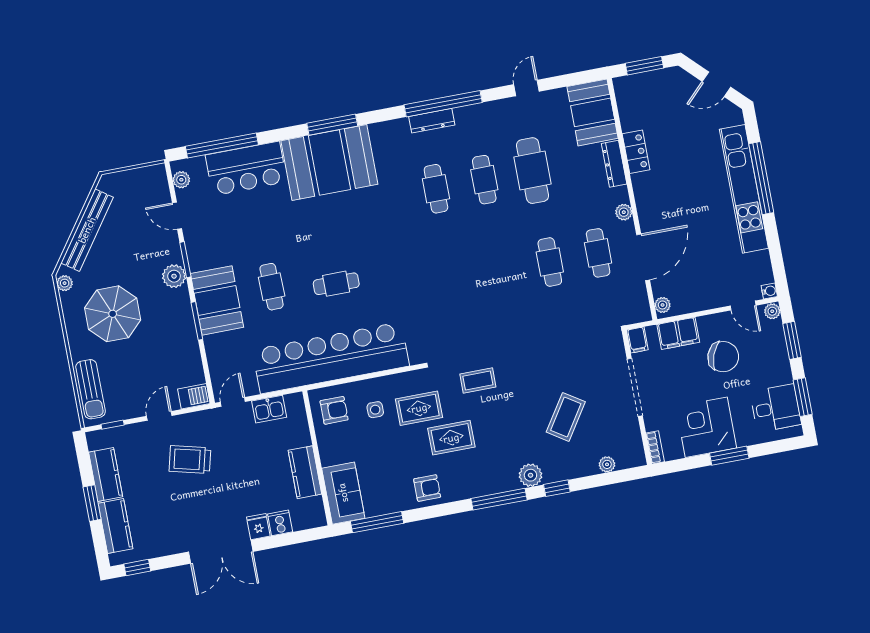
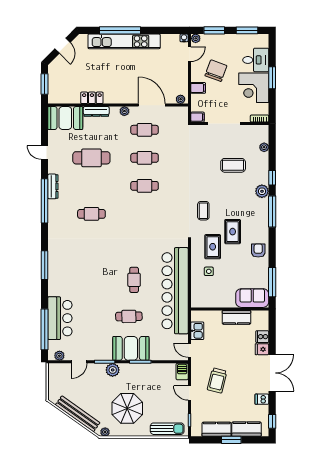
dresser: (432, 121) -> (53, 186), moved
booth: (329, 162) -> (65, 271), removed
cafe table: (484, 180) -> (145, 186), moved
filing cabinet: (678, 333) -> (198, 88), width x0.50
desk: (776, 408) -> (256, 60), moved, turned 90
armchair: (334, 410) -> (205, 294), removed
coffee table: (566, 417) -> (233, 165), turned -33
dishwasher: (172, 543) -> (262, 399), added

